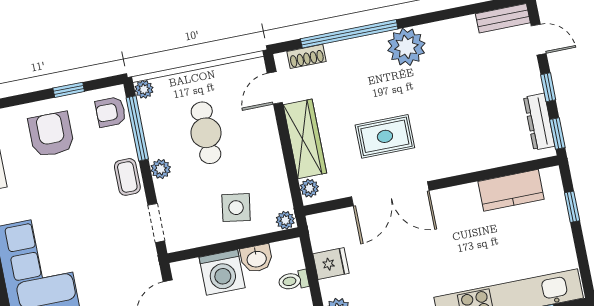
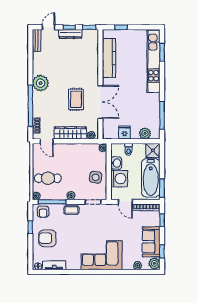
dresser: (539, 122) -> (70, 34), moved
cafe table: (206, 133) -> (48, 178), moved
kitchen counter: (511, 190) -> (109, 58), width x1.50
side table: (236, 208) -> (96, 177), moved

